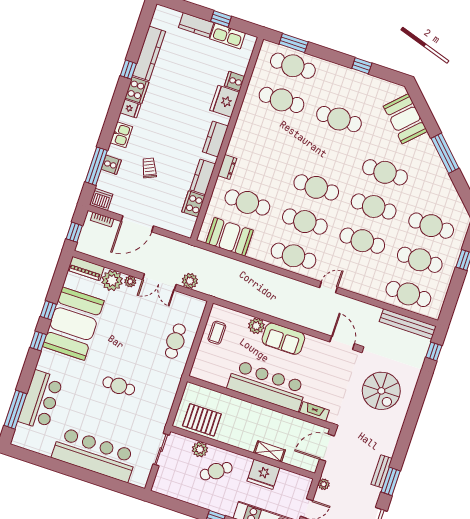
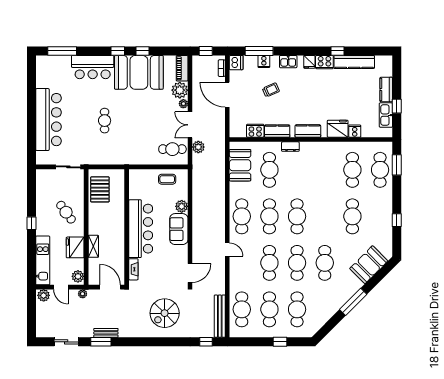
cafe table: (175, 341) -> (172, 149), moved
bar counter: (41, 400) -> (93, 67), moved
plant: (200, 449) -> (78, 276), moved

